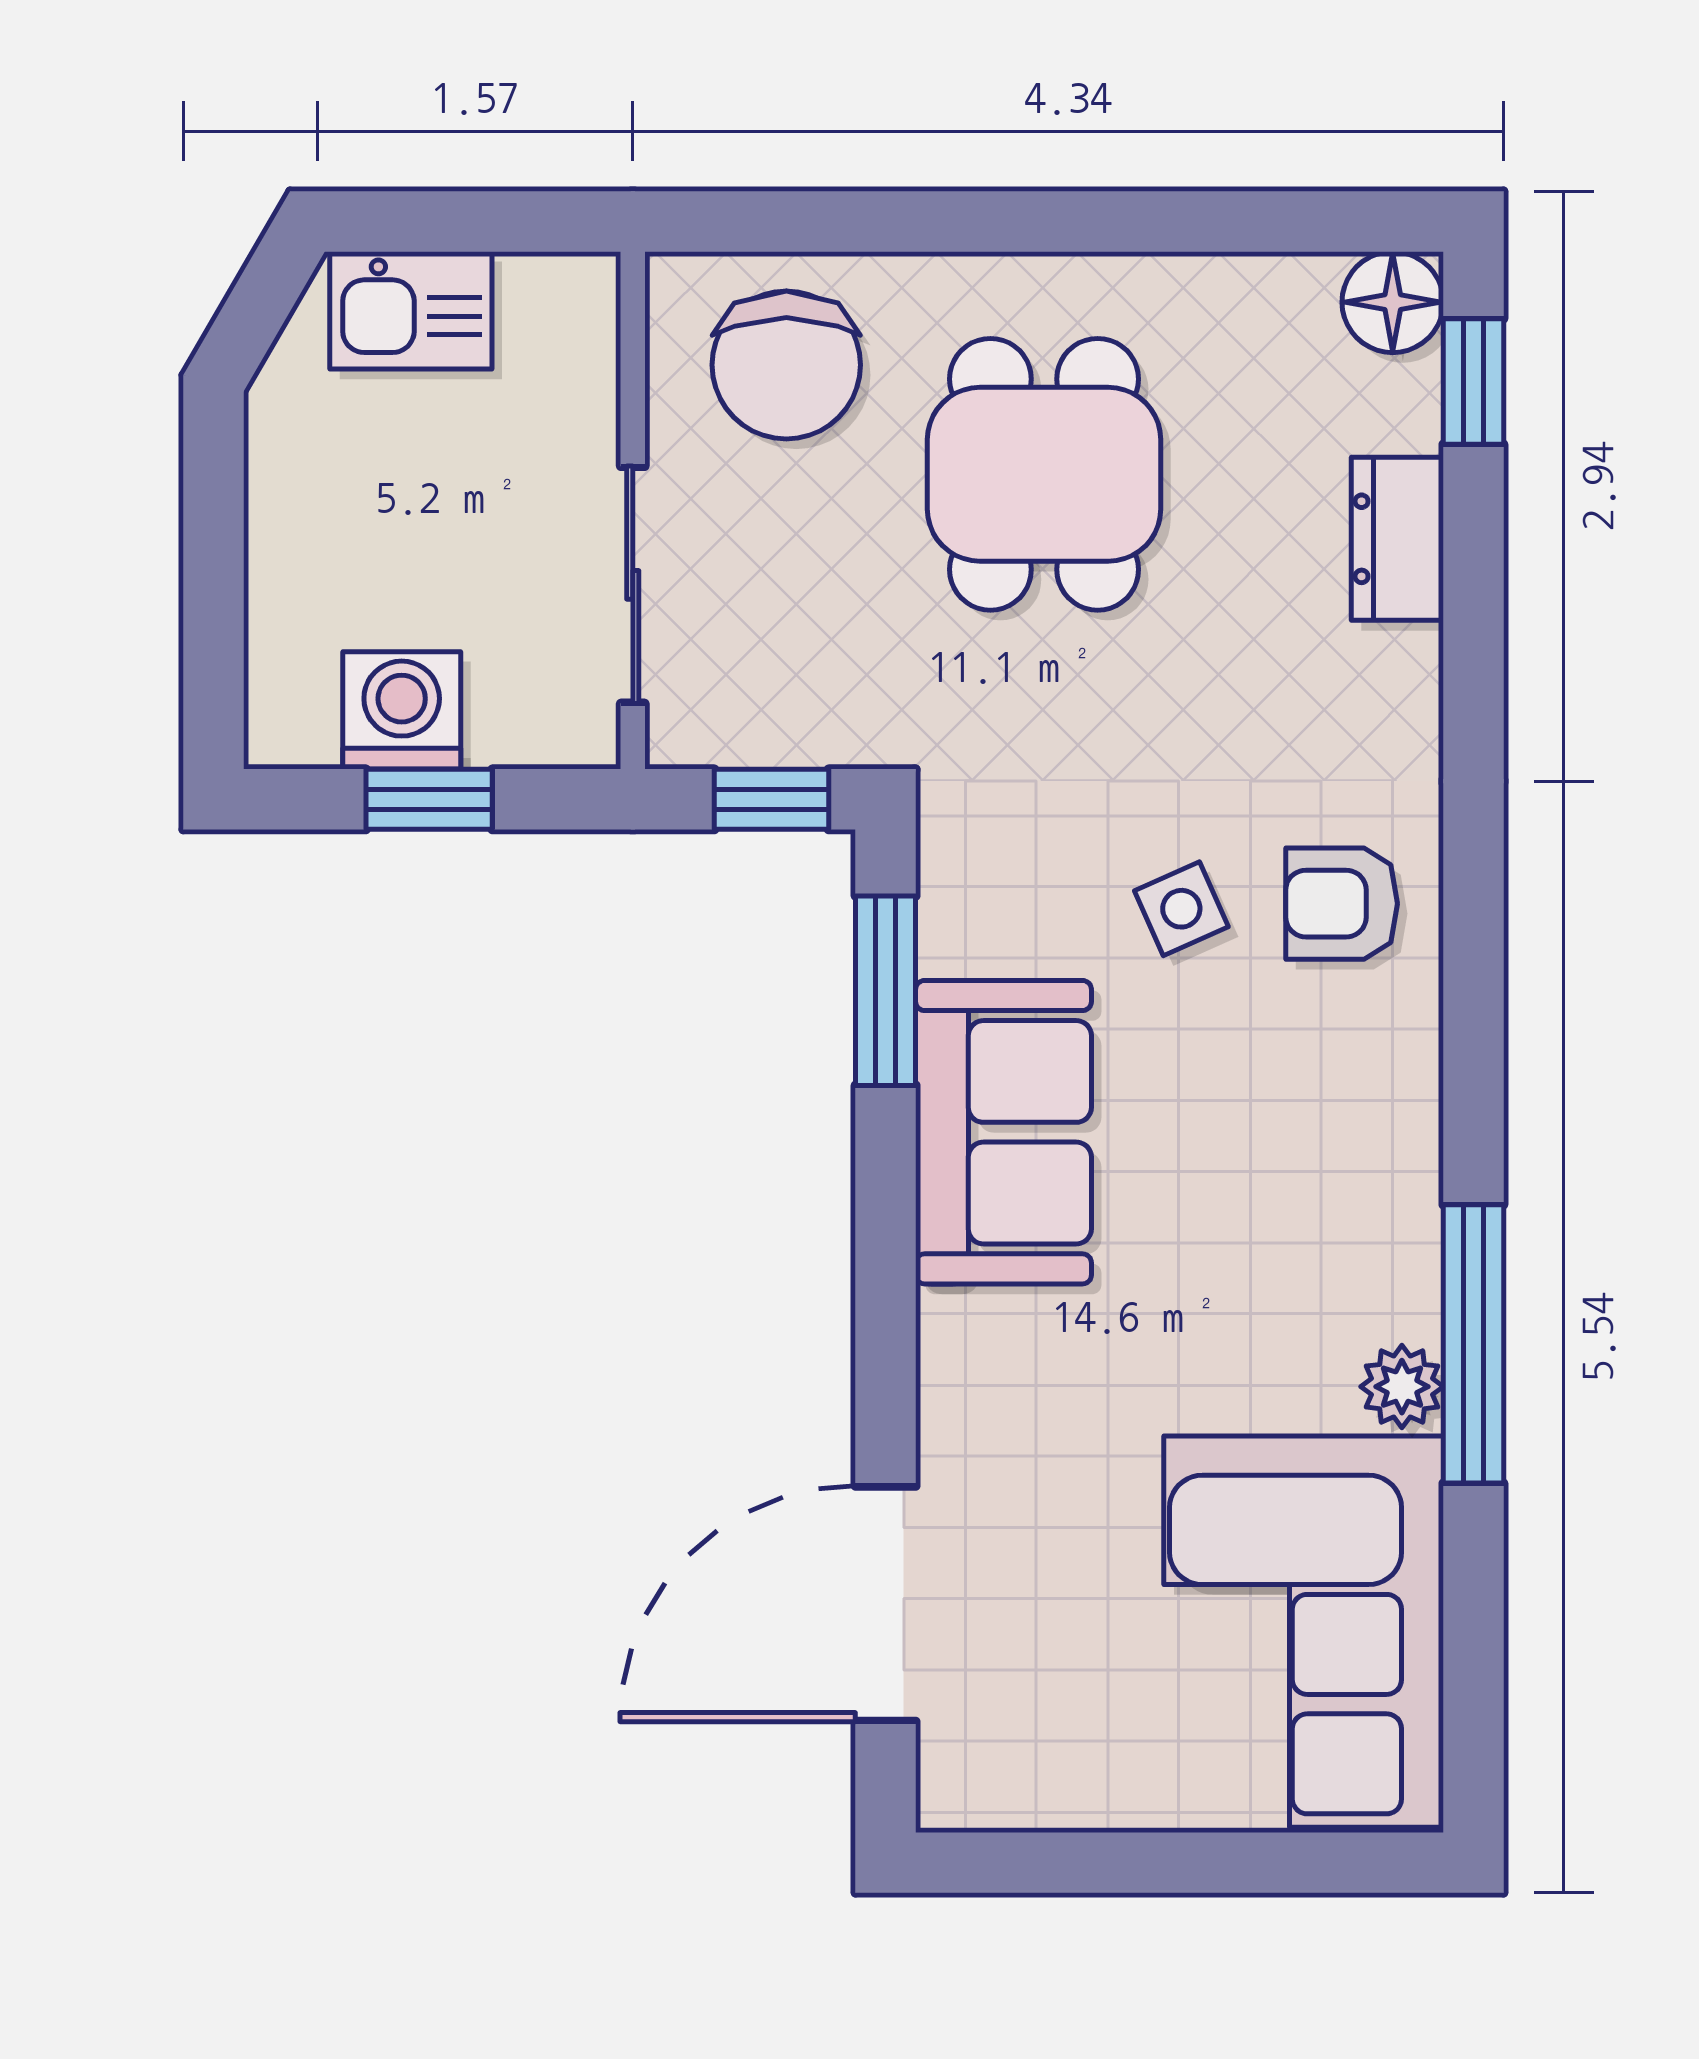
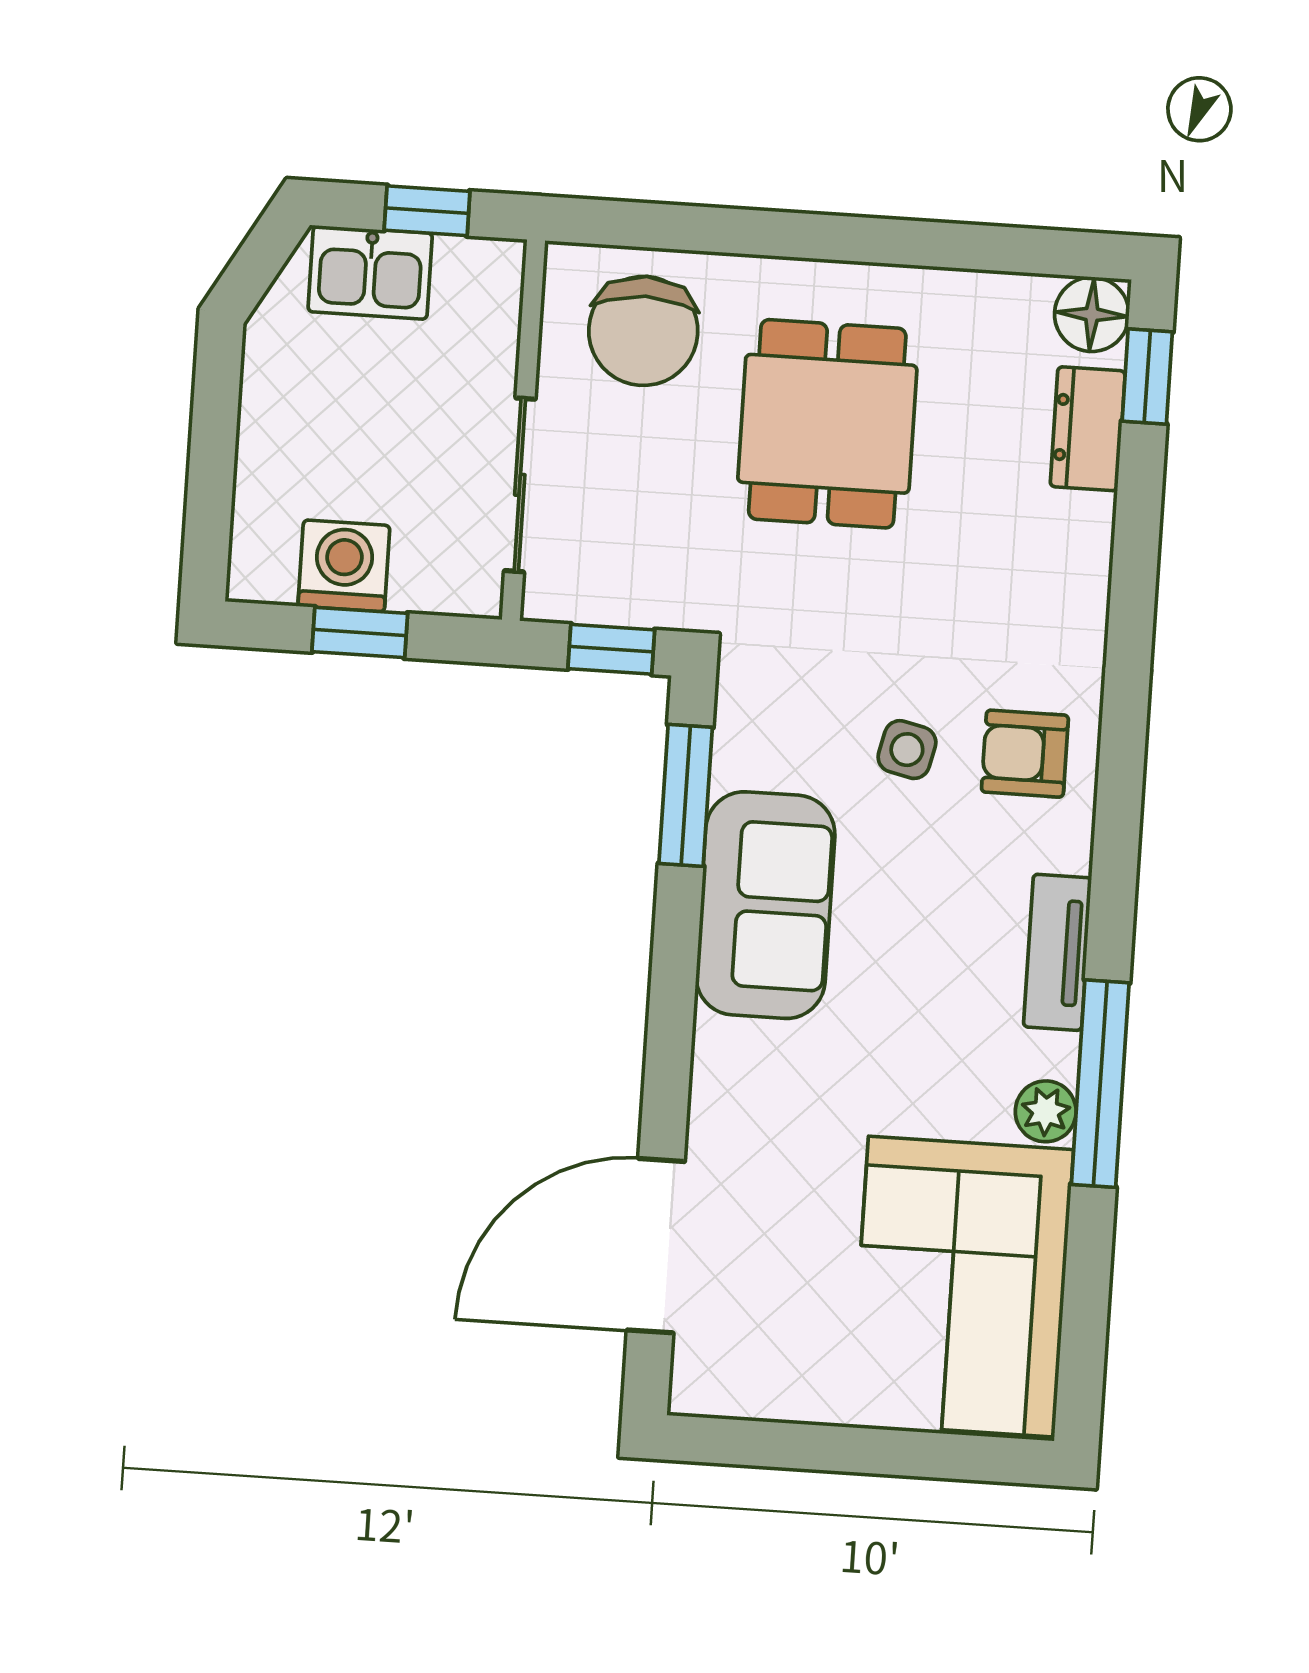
window: (482, 221) -> (427, 211), added
dresser: (1397, 539) -> (1088, 429), moved
side table: (1181, 909) -> (907, 750), turned 37
tv unit: (1404, 1170) -> (1057, 952), added

